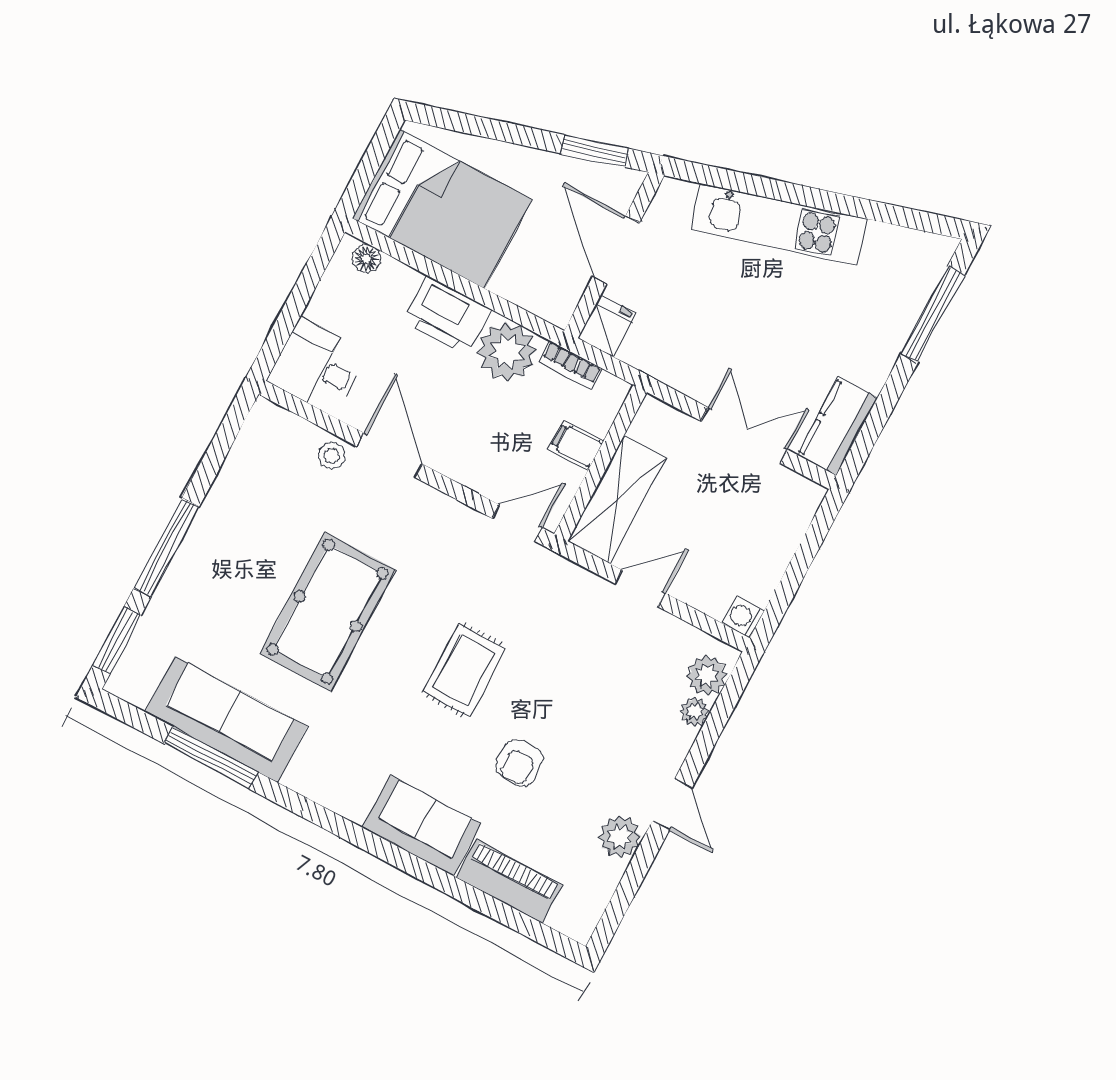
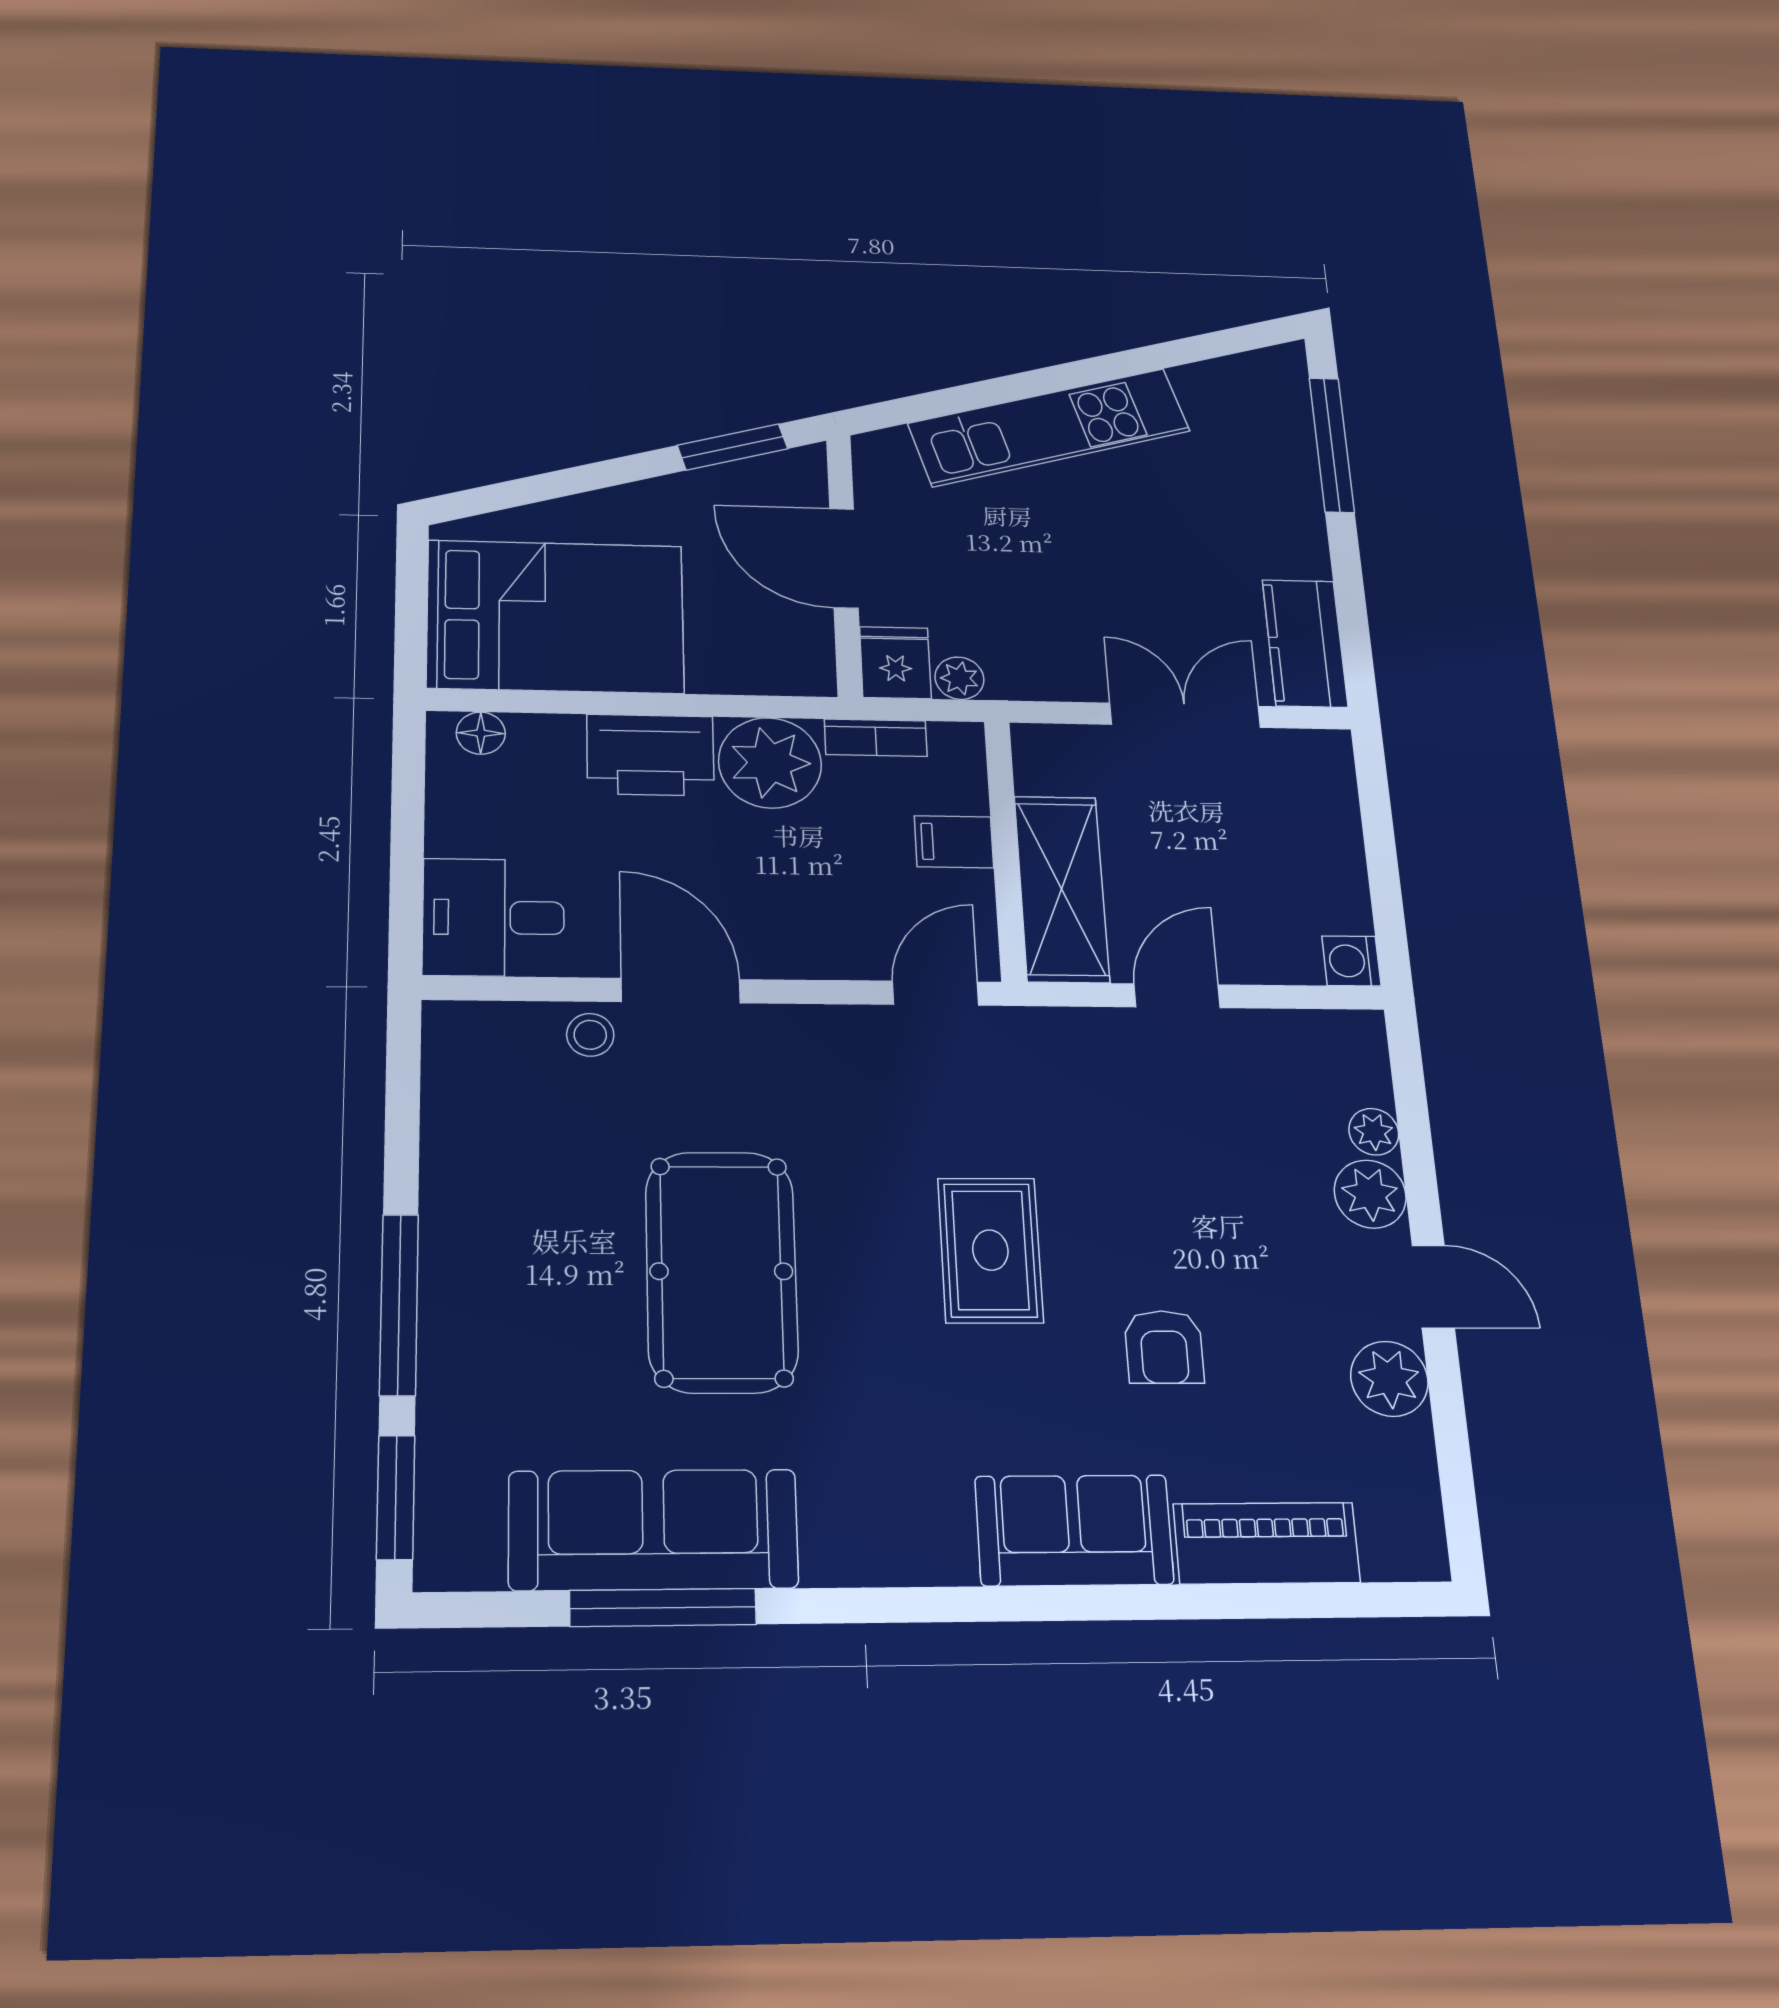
plant: (636, 353) -> (959, 678), added
plant: (707, 675) -> (1370, 1194), moved

